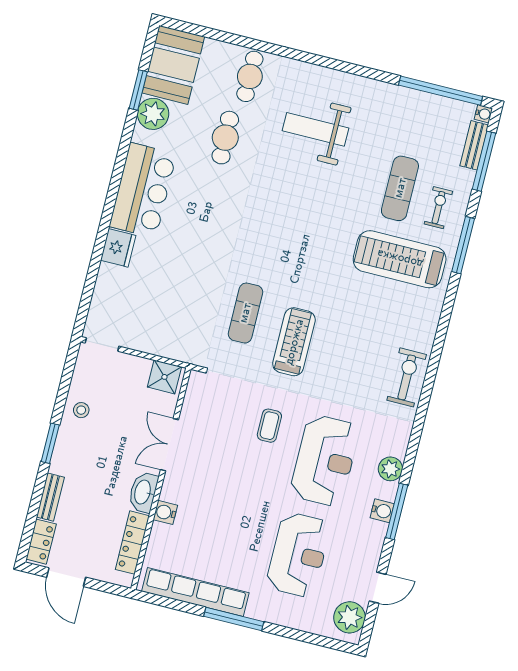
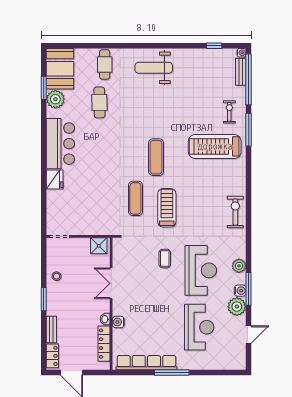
window: (441, 91) -> (214, 46), width x0.32
weight bench: (315, 129) -> (154, 68), moved
window: (484, 161) -> (249, 79), width x1.46
exercise mat: (400, 188) -> (156, 157), moved
washbasin: (143, 492) -> (105, 319), width x0.52, depth x0.69
plant: (350, 617) -> (237, 307), moved

